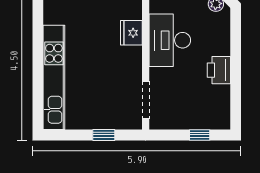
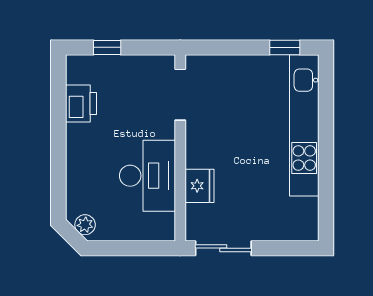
printer: (219, 70) -> (81, 103), moved
window: (104, 135) -> (285, 47), moved

